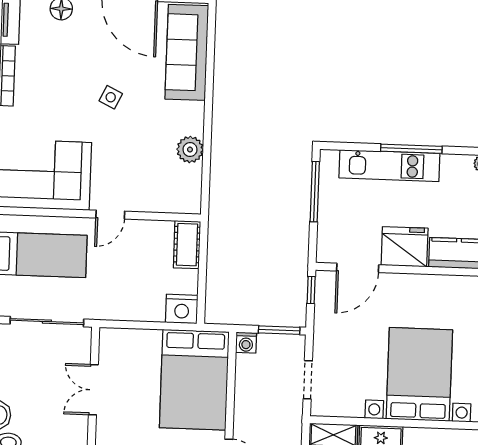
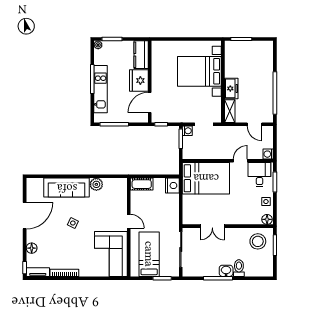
sofa: (187, 52) -> (67, 188), moved
door: (358, 268) -> (150, 102), swing flipped
washing machine: (246, 343) -> (187, 131), moved

